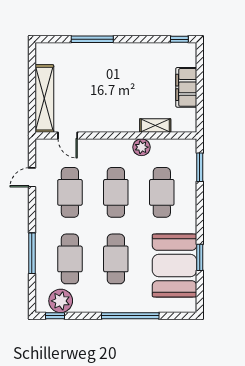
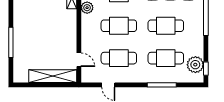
door: (68, 136) -> (79, 60), hinge flipped

